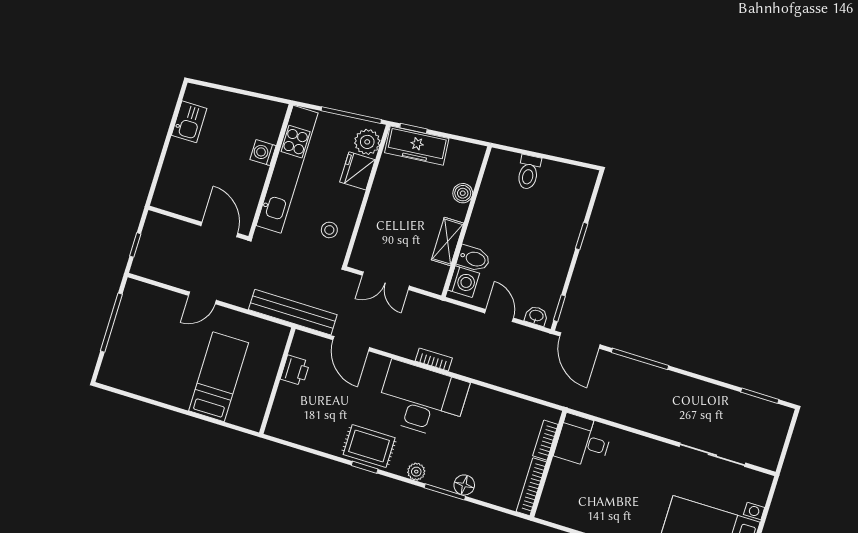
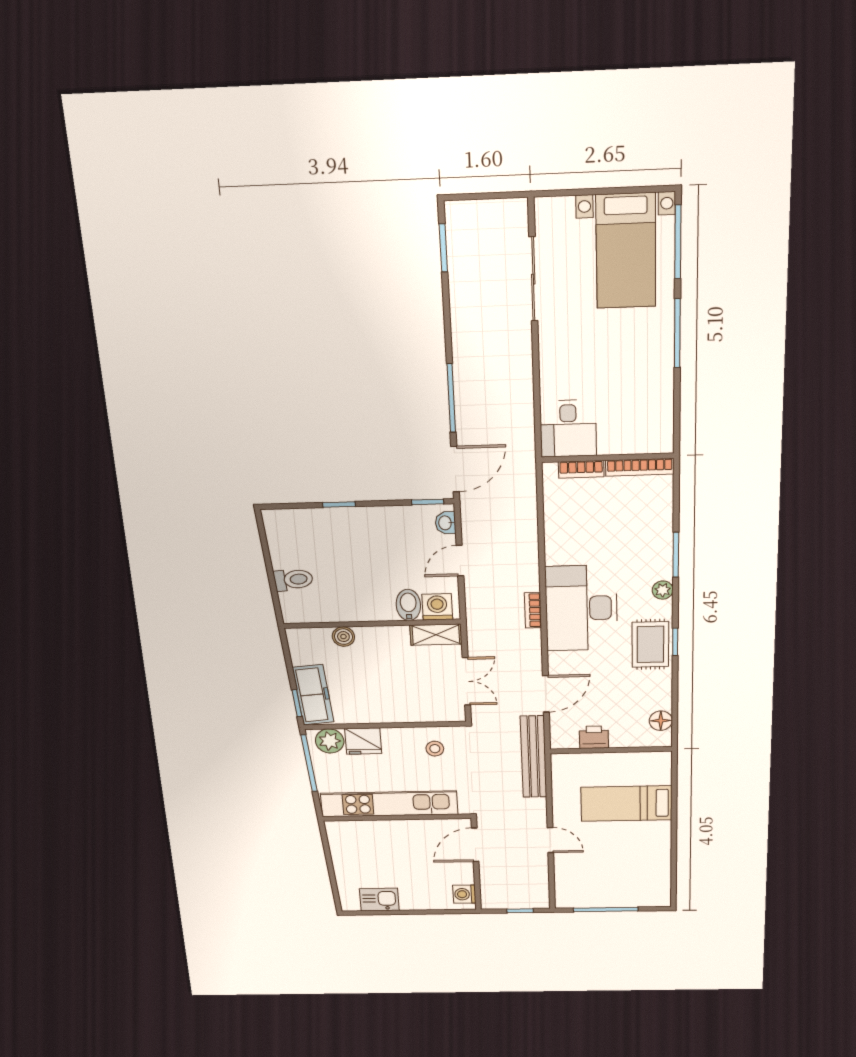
washing machine: (263, 153) -> (464, 894), moved, turned 90
shelving: (448, 242) -> (436, 635), moved
floor lamp: (464, 485) -> (661, 721), moved

